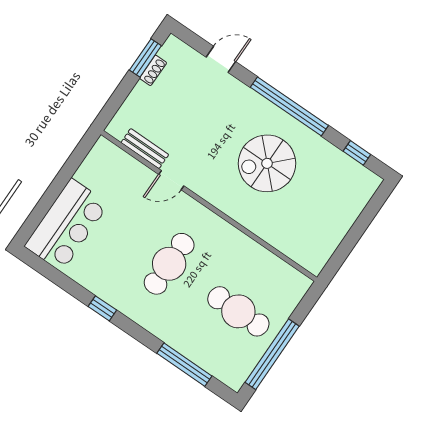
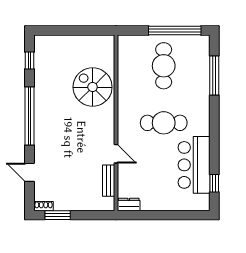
shoe rack: (153, 70) -> (44, 206), moved
dresser: (99, 153) -> (129, 205), added
spiral stairs: (267, 163) -> (93, 87), moved, turned 180
bar counter: (67, 225) -> (194, 165), moved, turned -90
window: (102, 308) -> (214, 183), moved

